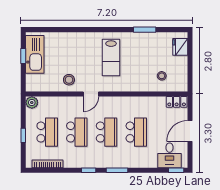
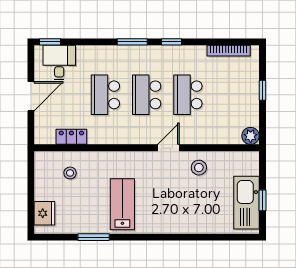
lab bench: (111, 58) -> (122, 204), moved
locker: (177, 102) -> (71, 137), moved
school desk: (47, 132) -> (229, 95), removed

